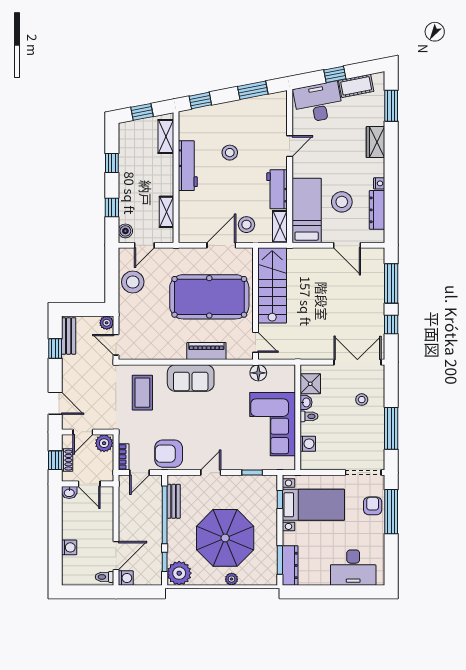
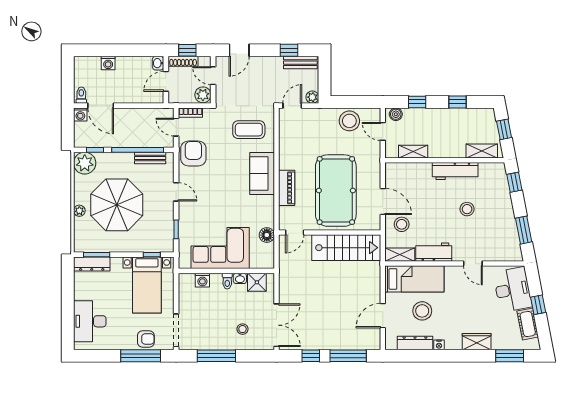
shoe rack: (67, 460) -> (183, 61), width x1.43

